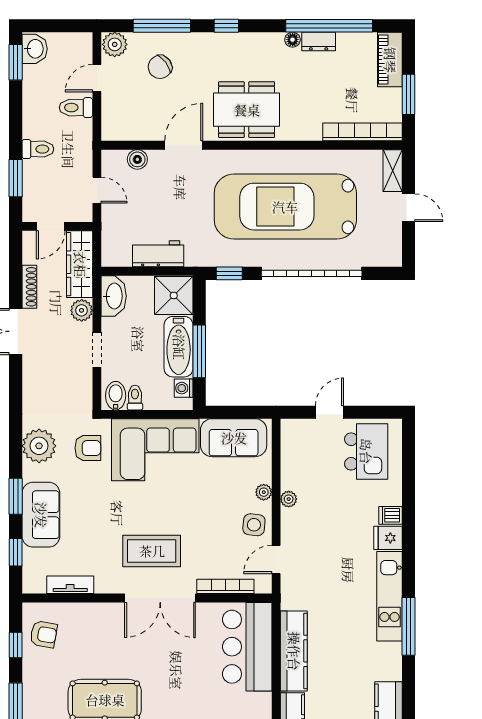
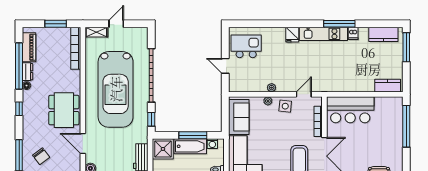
window: (226, 26) -> (19, 109), moved
piano: (390, 60) -> (29, 47), moved, turned -90
dishwasher: (390, 515) -> (353, 33), moved
door: (276, 559) -> (304, 94), swing flipped
kitchen counter: (294, 651) -> (353, 85), removed

